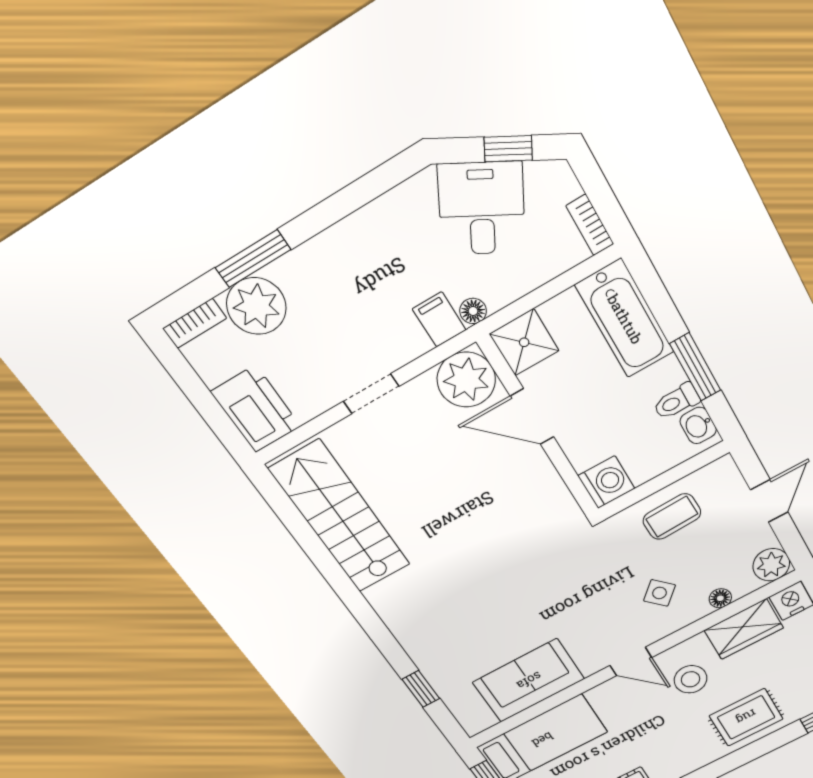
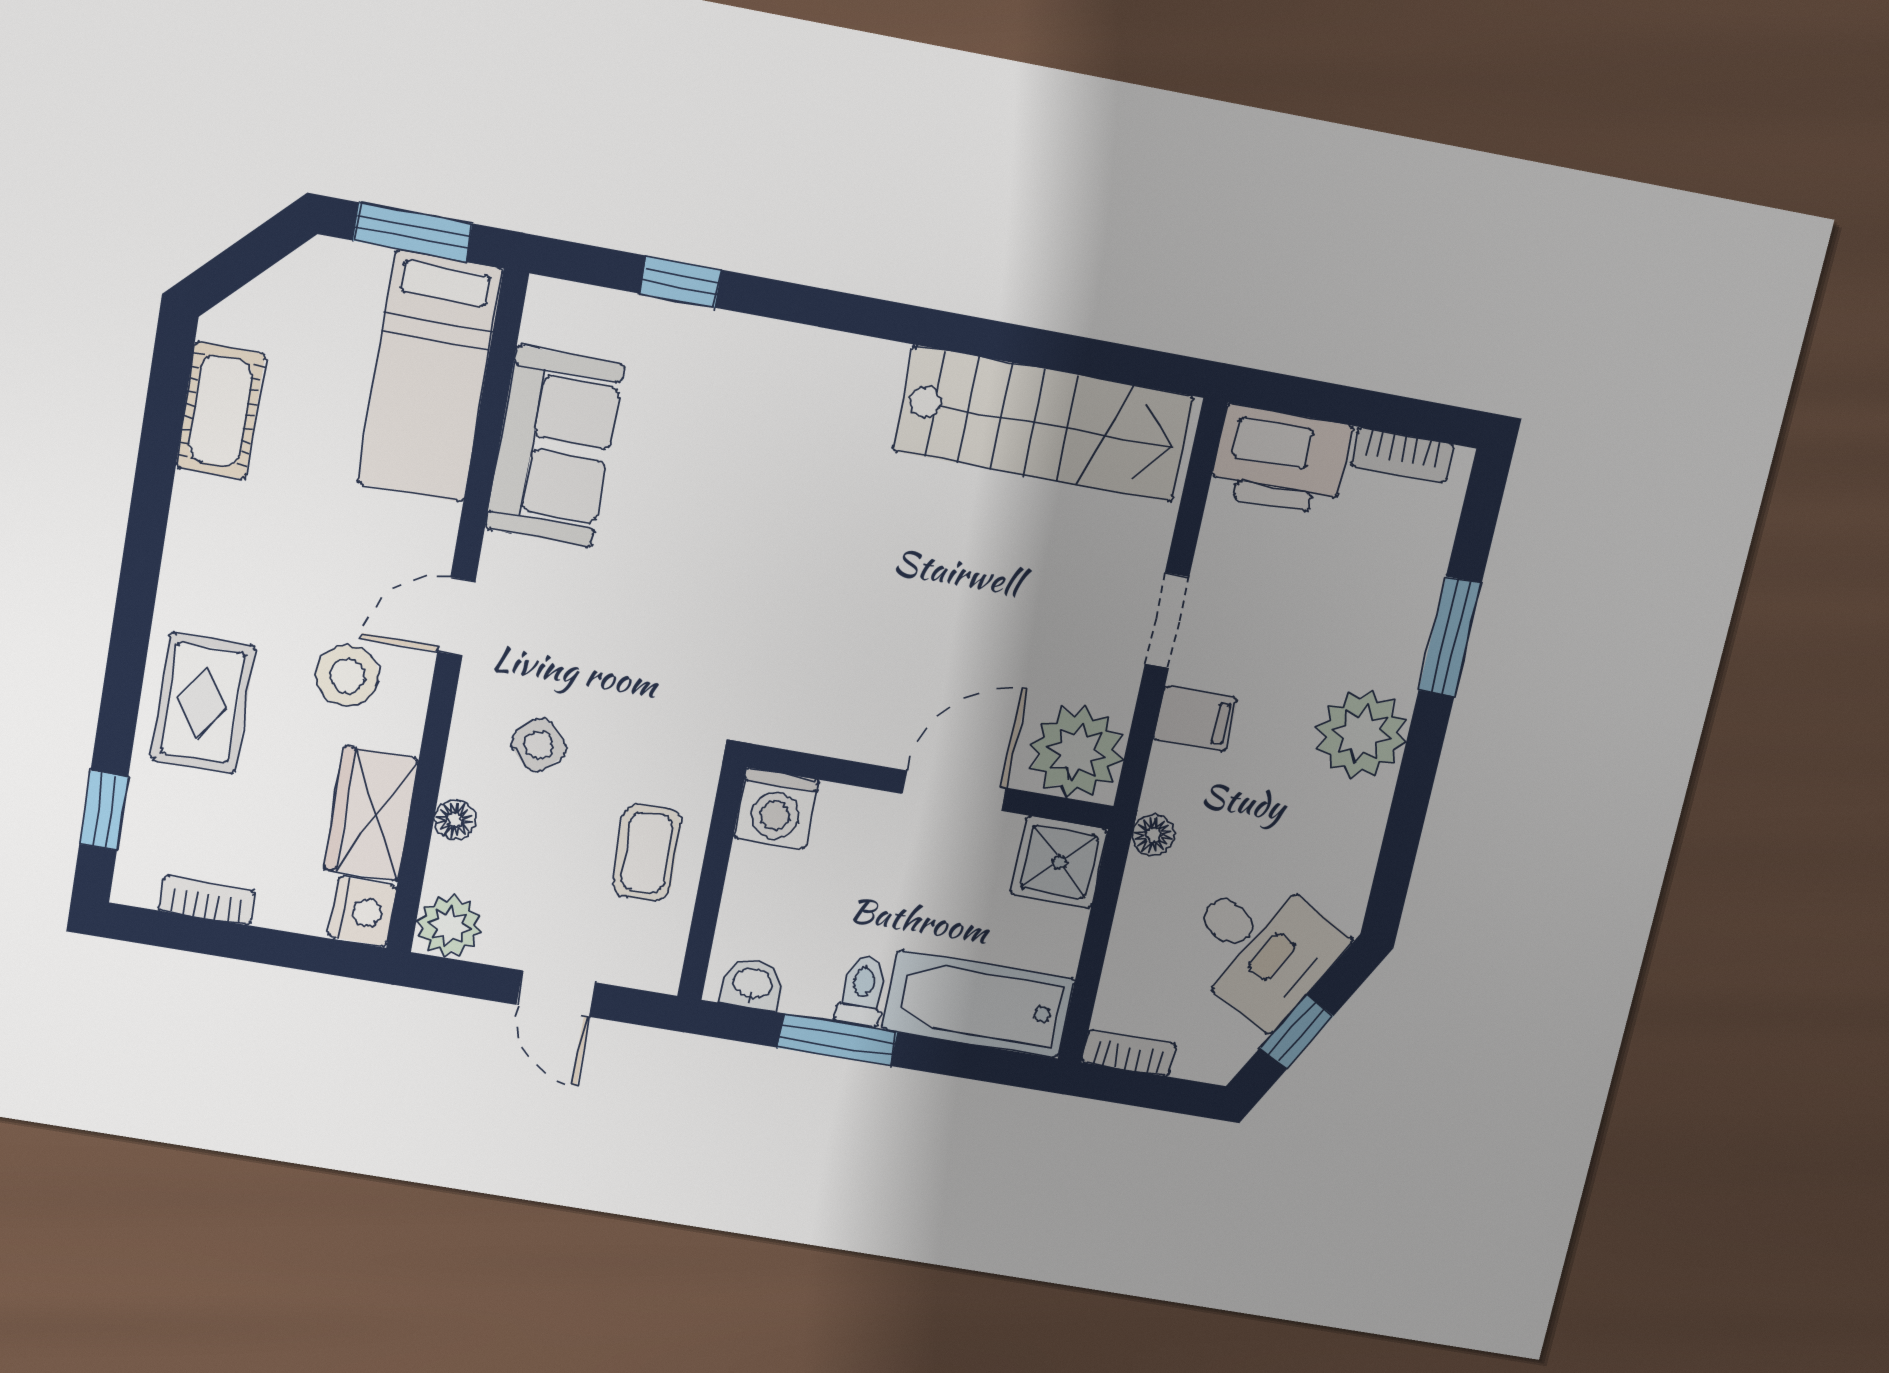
plant: (256, 306) -> (1361, 735), moved
filing cabinet: (439, 319) -> (1196, 719), moved
bookcase: (195, 323) -> (1402, 455), moved, turned -90
toilet: (676, 401) -> (862, 991), moved

